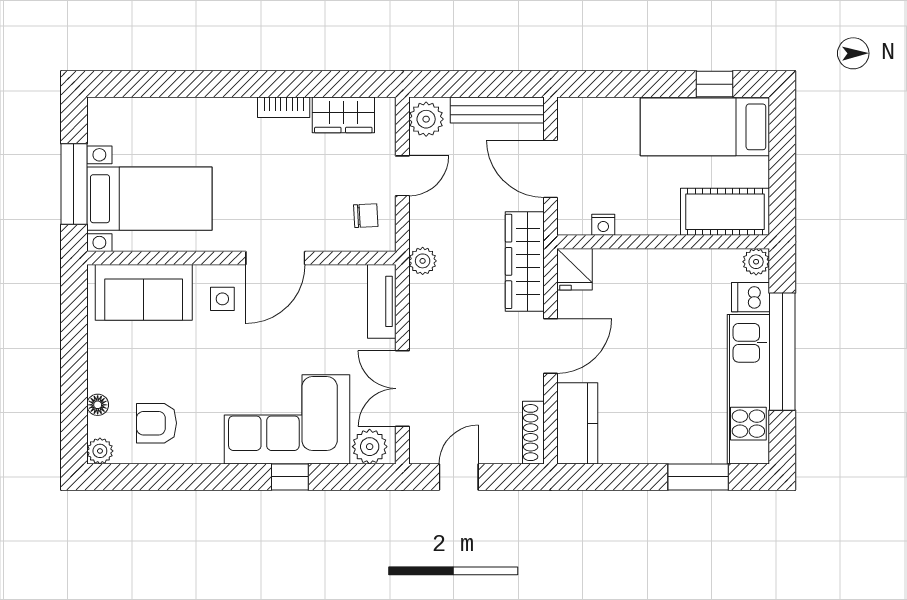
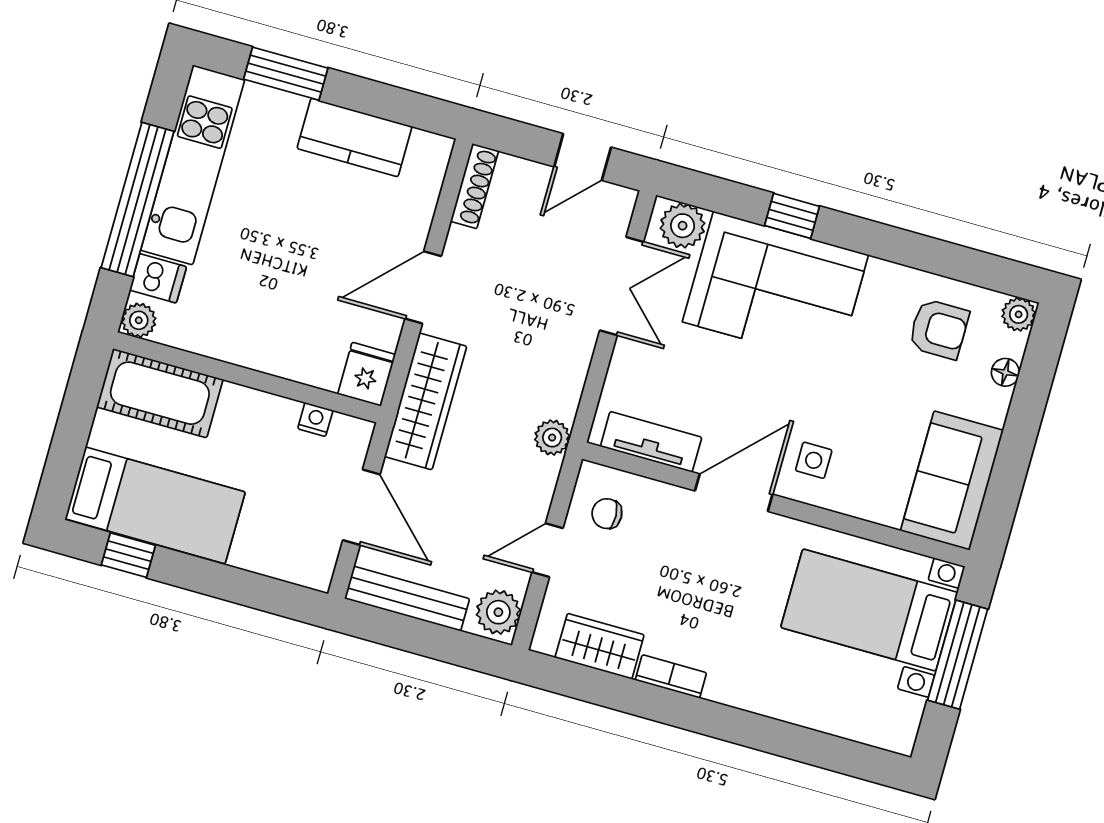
sofa: (144, 292) -> (952, 480), moved, turned -90
tv unit: (382, 301) -> (651, 442), moved, turned -90
kitchen counter: (577, 423) -> (355, 137), moved, turned -90

